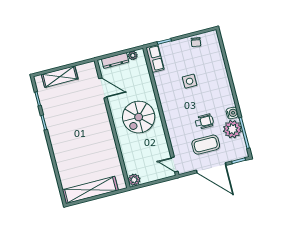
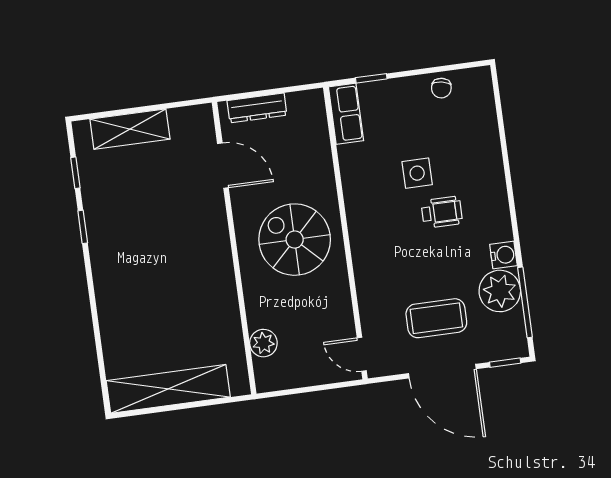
plant: (133, 55) -> (298, 101), removed
spiral stairs: (139, 117) -> (295, 240), turned 90
wheelchair: (204, 122) -> (442, 212), moved
plant: (134, 180) -> (263, 343), moved

